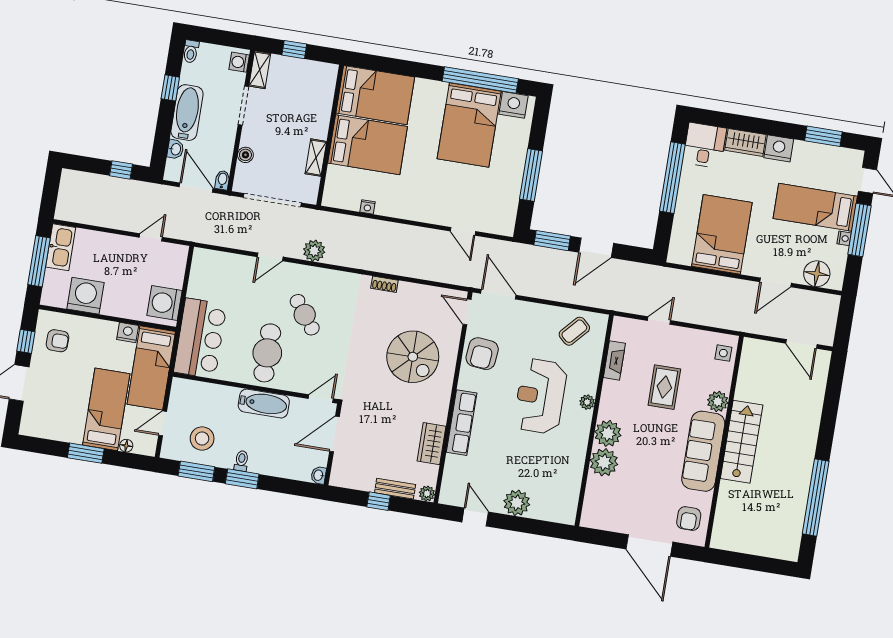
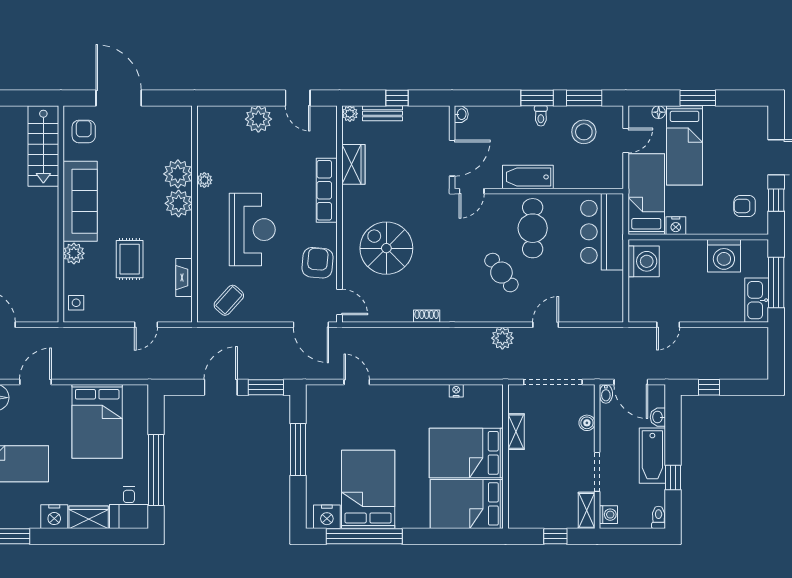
plant: (587, 402) -> (204, 180), moved
stairs: (742, 442) -> (43, 146), moved

